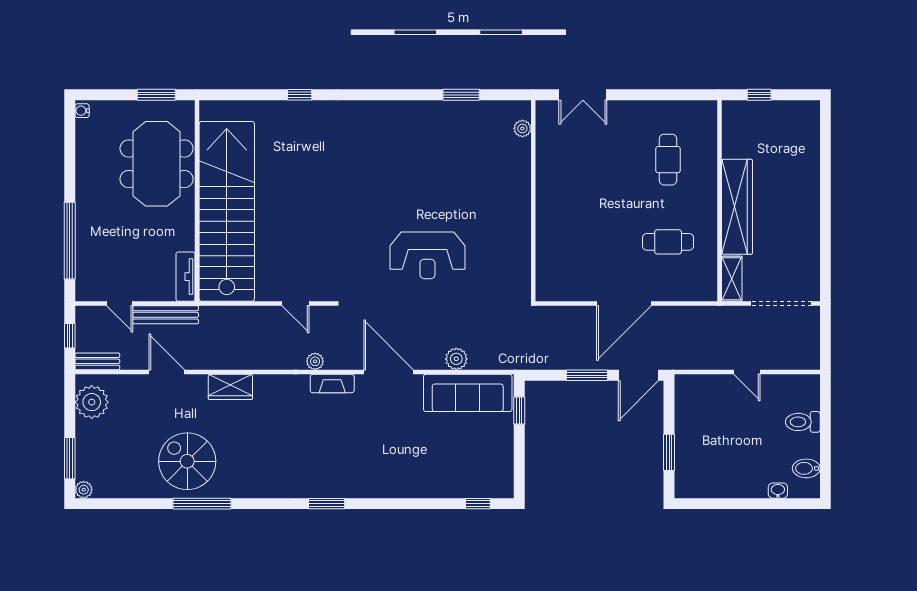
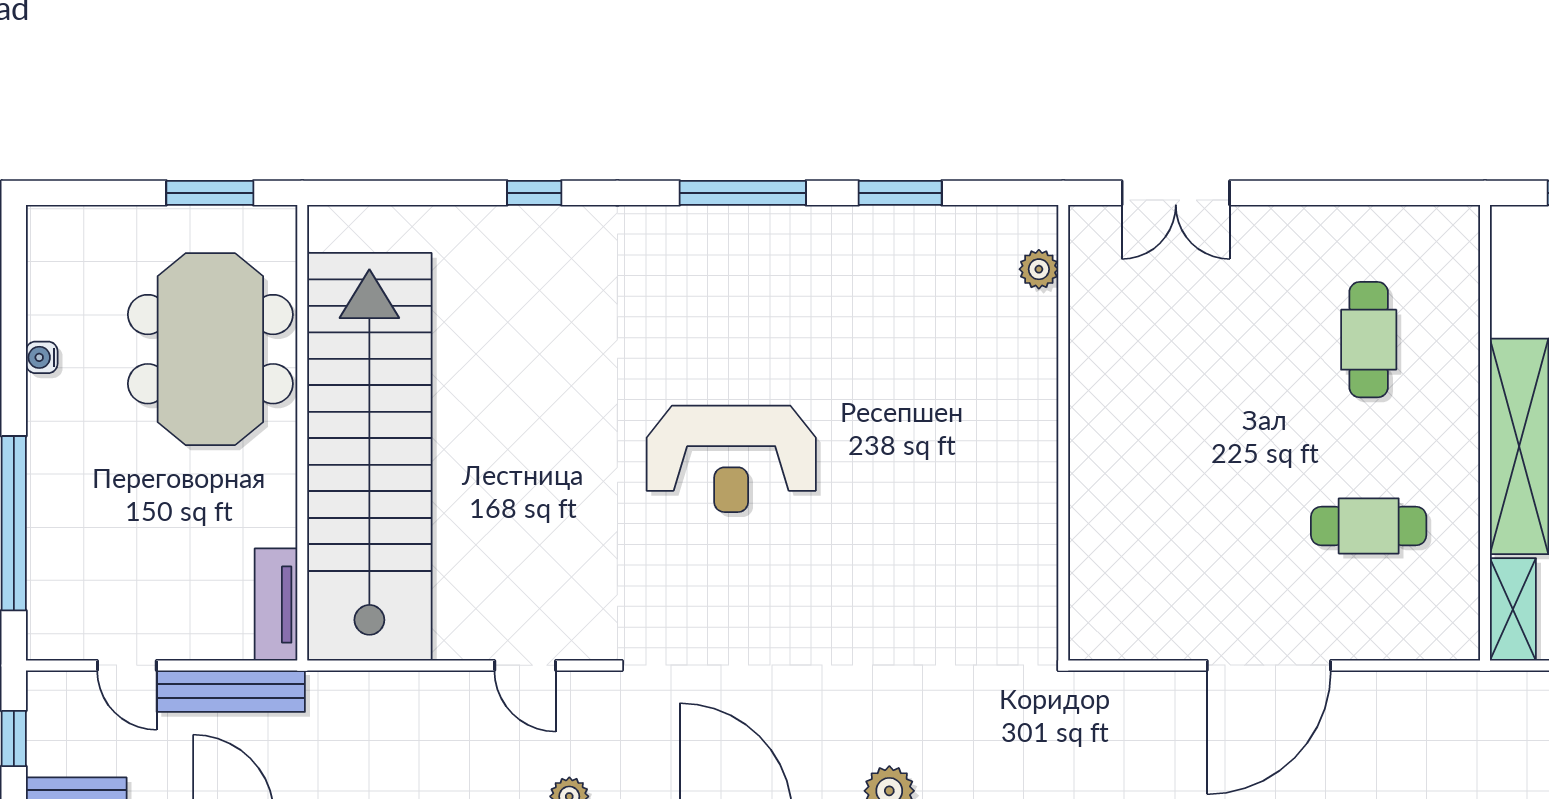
window: (392, 95) -> (743, 193), added
water cooler: (82, 111) -> (42, 357), moved
reception desk: (427, 255) -> (731, 459), moved

